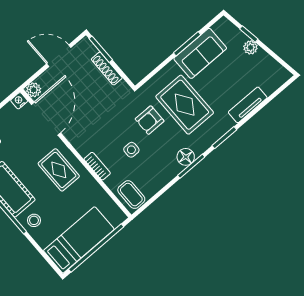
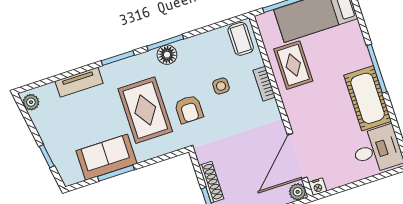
plant: (250, 47) -> (31, 102), moved
armchair: (150, 120) -> (189, 109), turned 90
rug: (59, 170) -> (293, 65), moved
stool: (34, 220) -> (354, 54), removed

